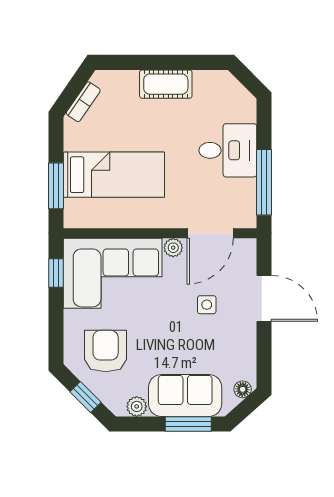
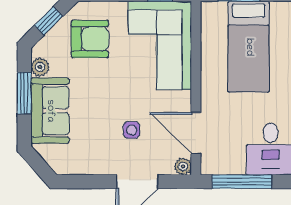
plant: (173, 248) -> (183, 166), moved
floor lamp: (243, 389) -> (55, 162), removed
window: (188, 424) -> (24, 93), moved

